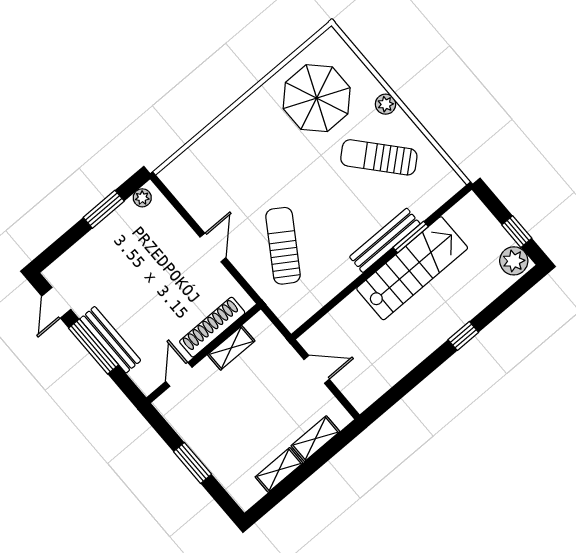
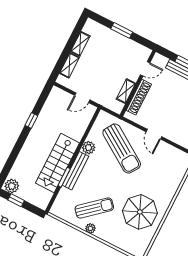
parasol: (317, 98) -> (140, 212), moved
plant: (386, 104) -> (90, 228), moved
sun lounger: (283, 246) -> (122, 149), width x1.36, depth x1.34
plant: (343, 273) -> (89, 148), added
window: (463, 336) -> (31, 121), moved
door: (179, 374) -> (145, 69), hinge flipped

